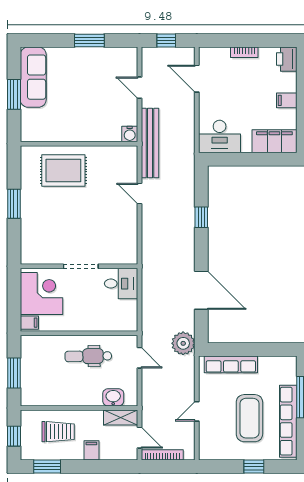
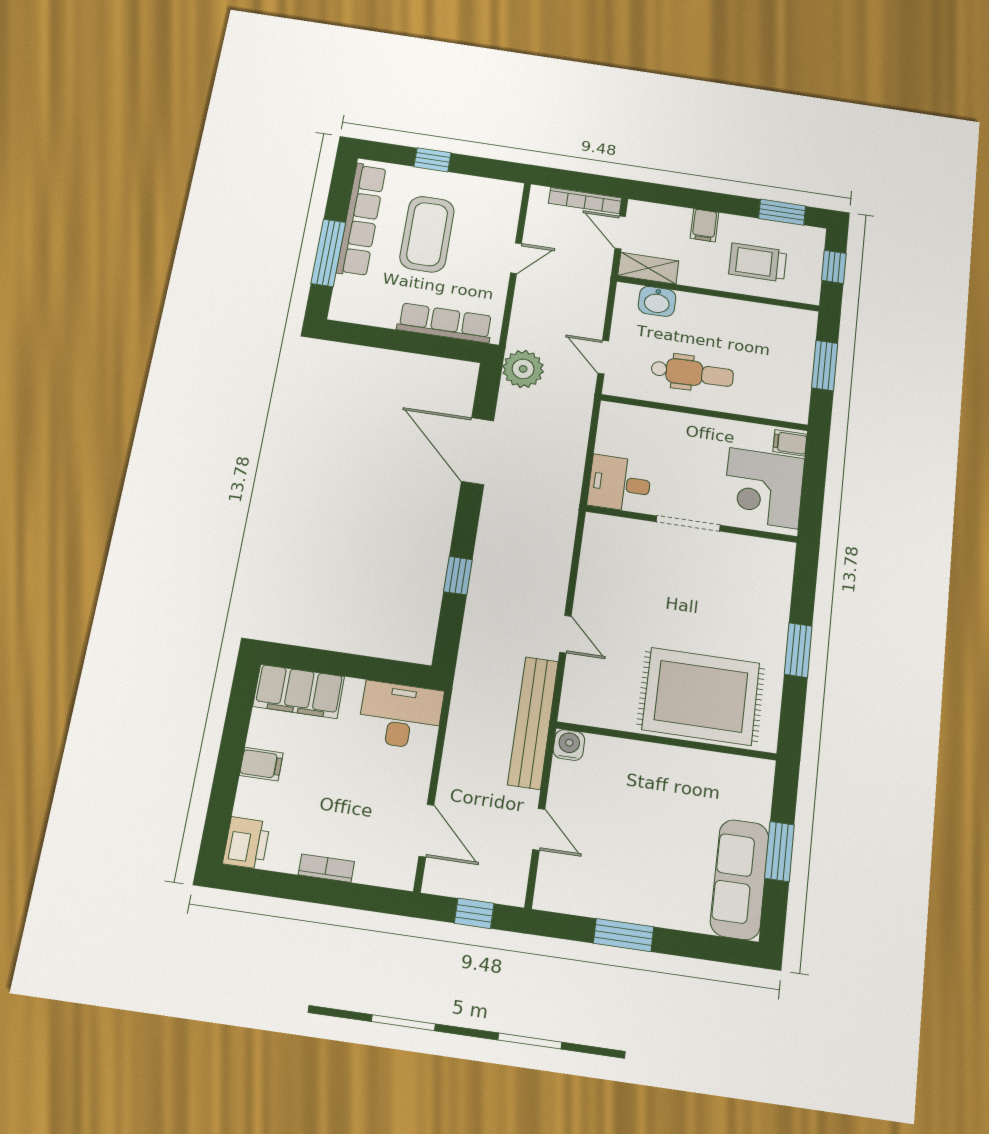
rug: (63, 170) -> (701, 696), width x1.37, depth x1.44

